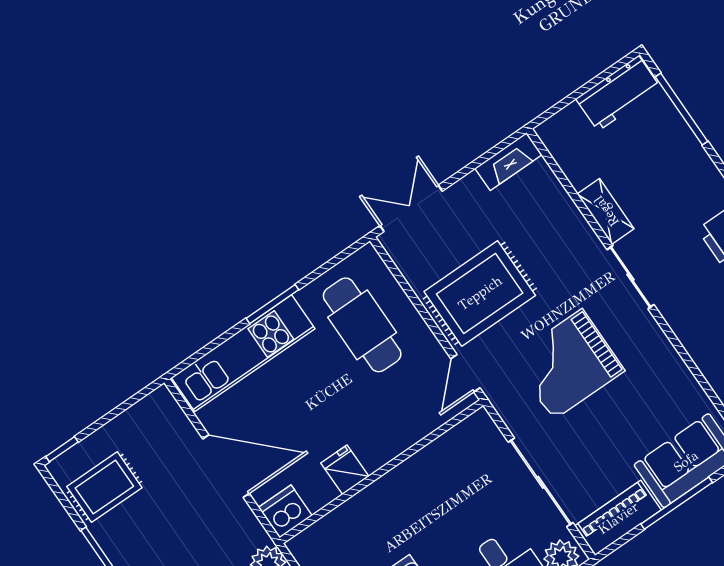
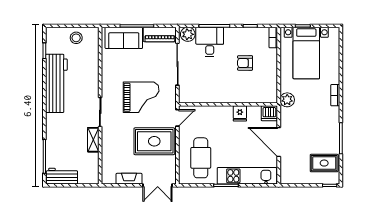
fireplace: (508, 161) -> (129, 179), moved

